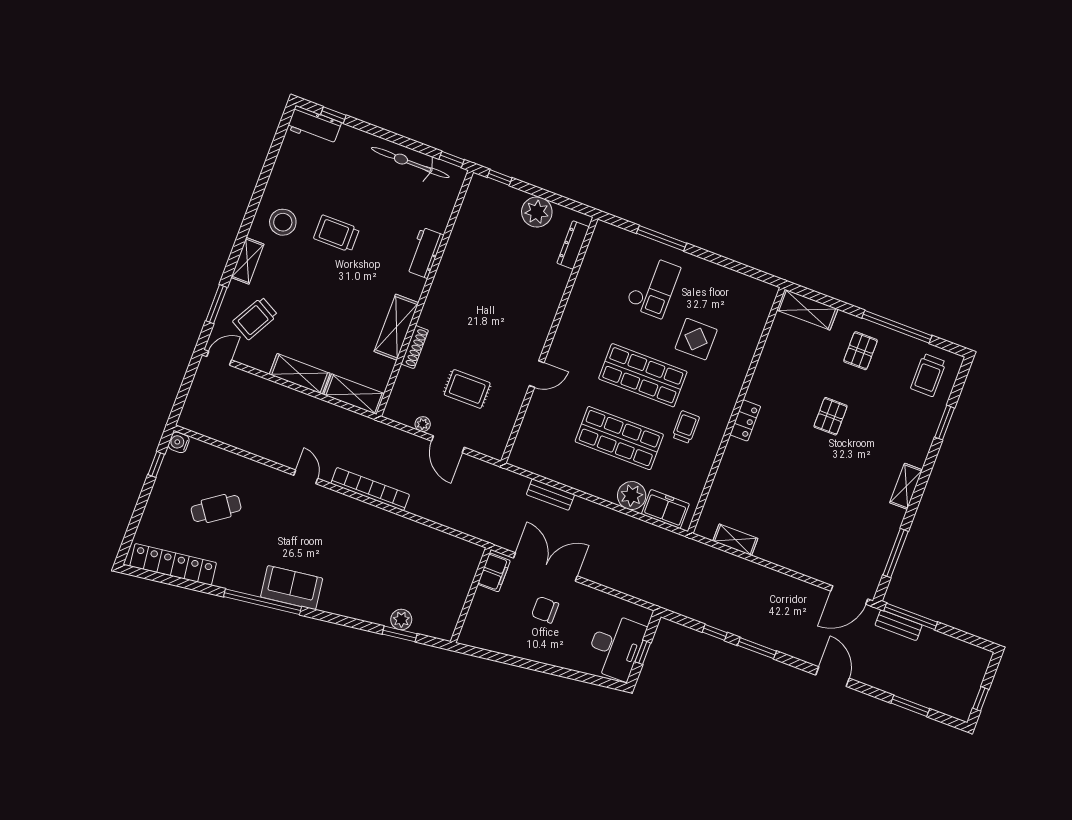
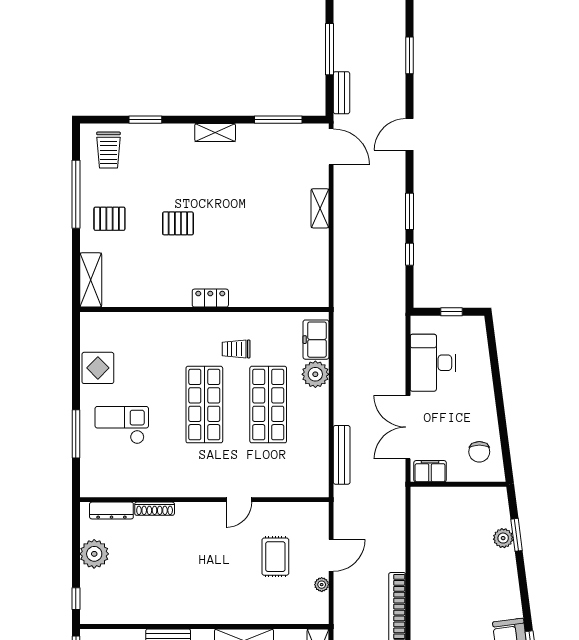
display table: (696, 339) -> (98, 368), moved
shoe rack: (415, 347) -> (155, 509), moved, turned 180
door: (537, 374) -> (239, 500), swing flipped
trolley: (928, 375) -> (108, 150), turned 90
bench: (550, 495) -> (342, 455), width x1.36
shelving: (735, 540) -> (320, 208), moved
chair: (545, 610) -> (479, 452), moved
window: (911, 616) -> (330, 49), moved
desk: (615, 647) -> (433, 363), moved, turned -90

